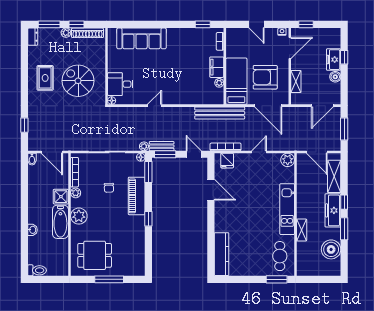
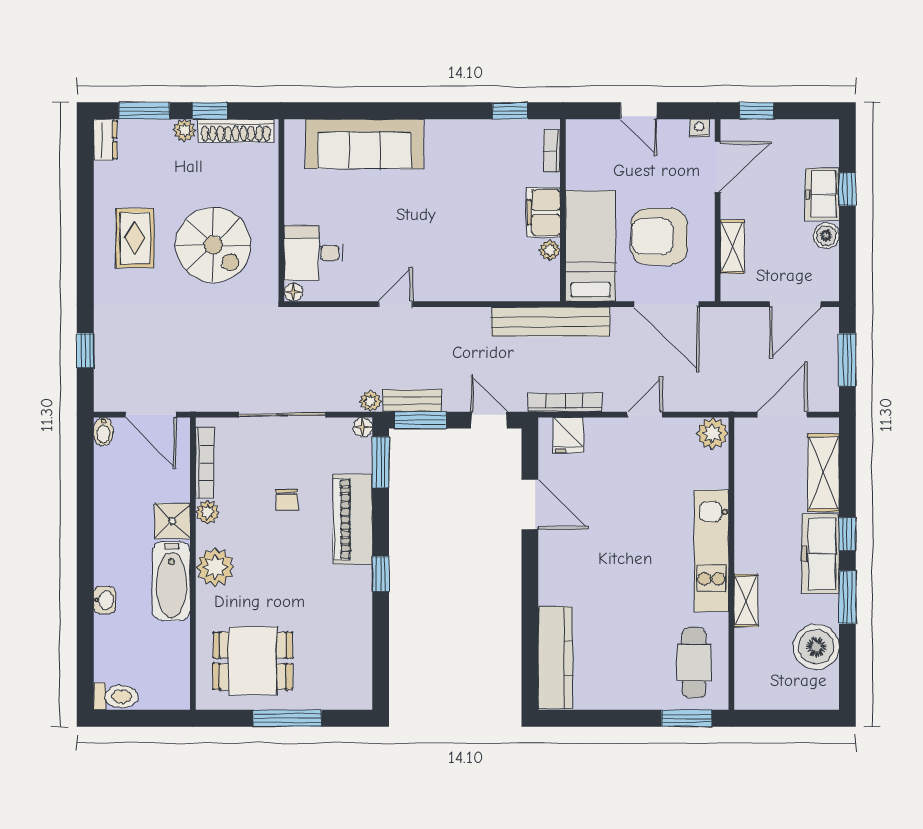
spiral stairs: (78, 81) -> (213, 245), turned 180
door: (317, 152) -> (782, 415), swing flipped

